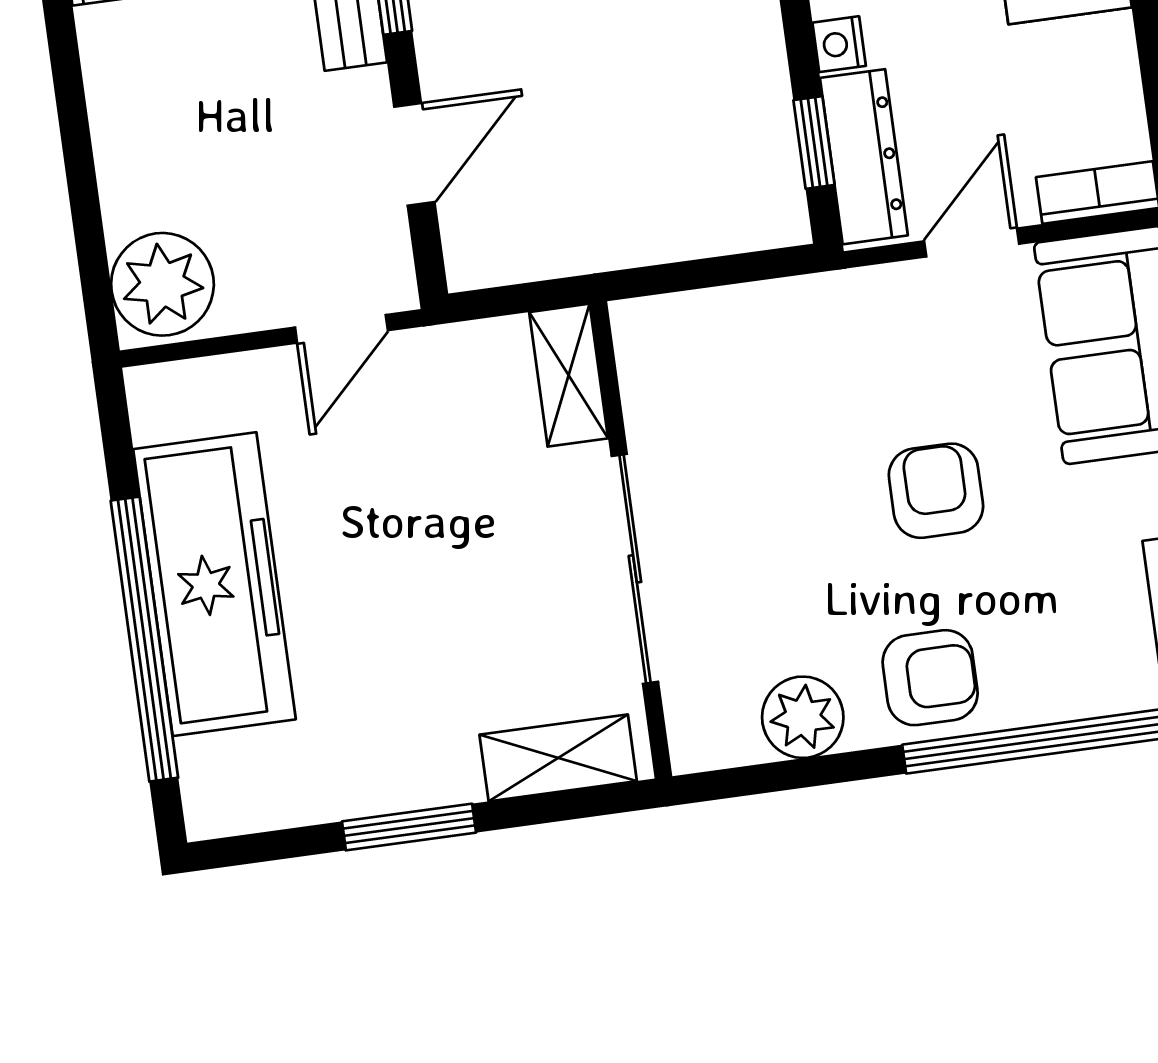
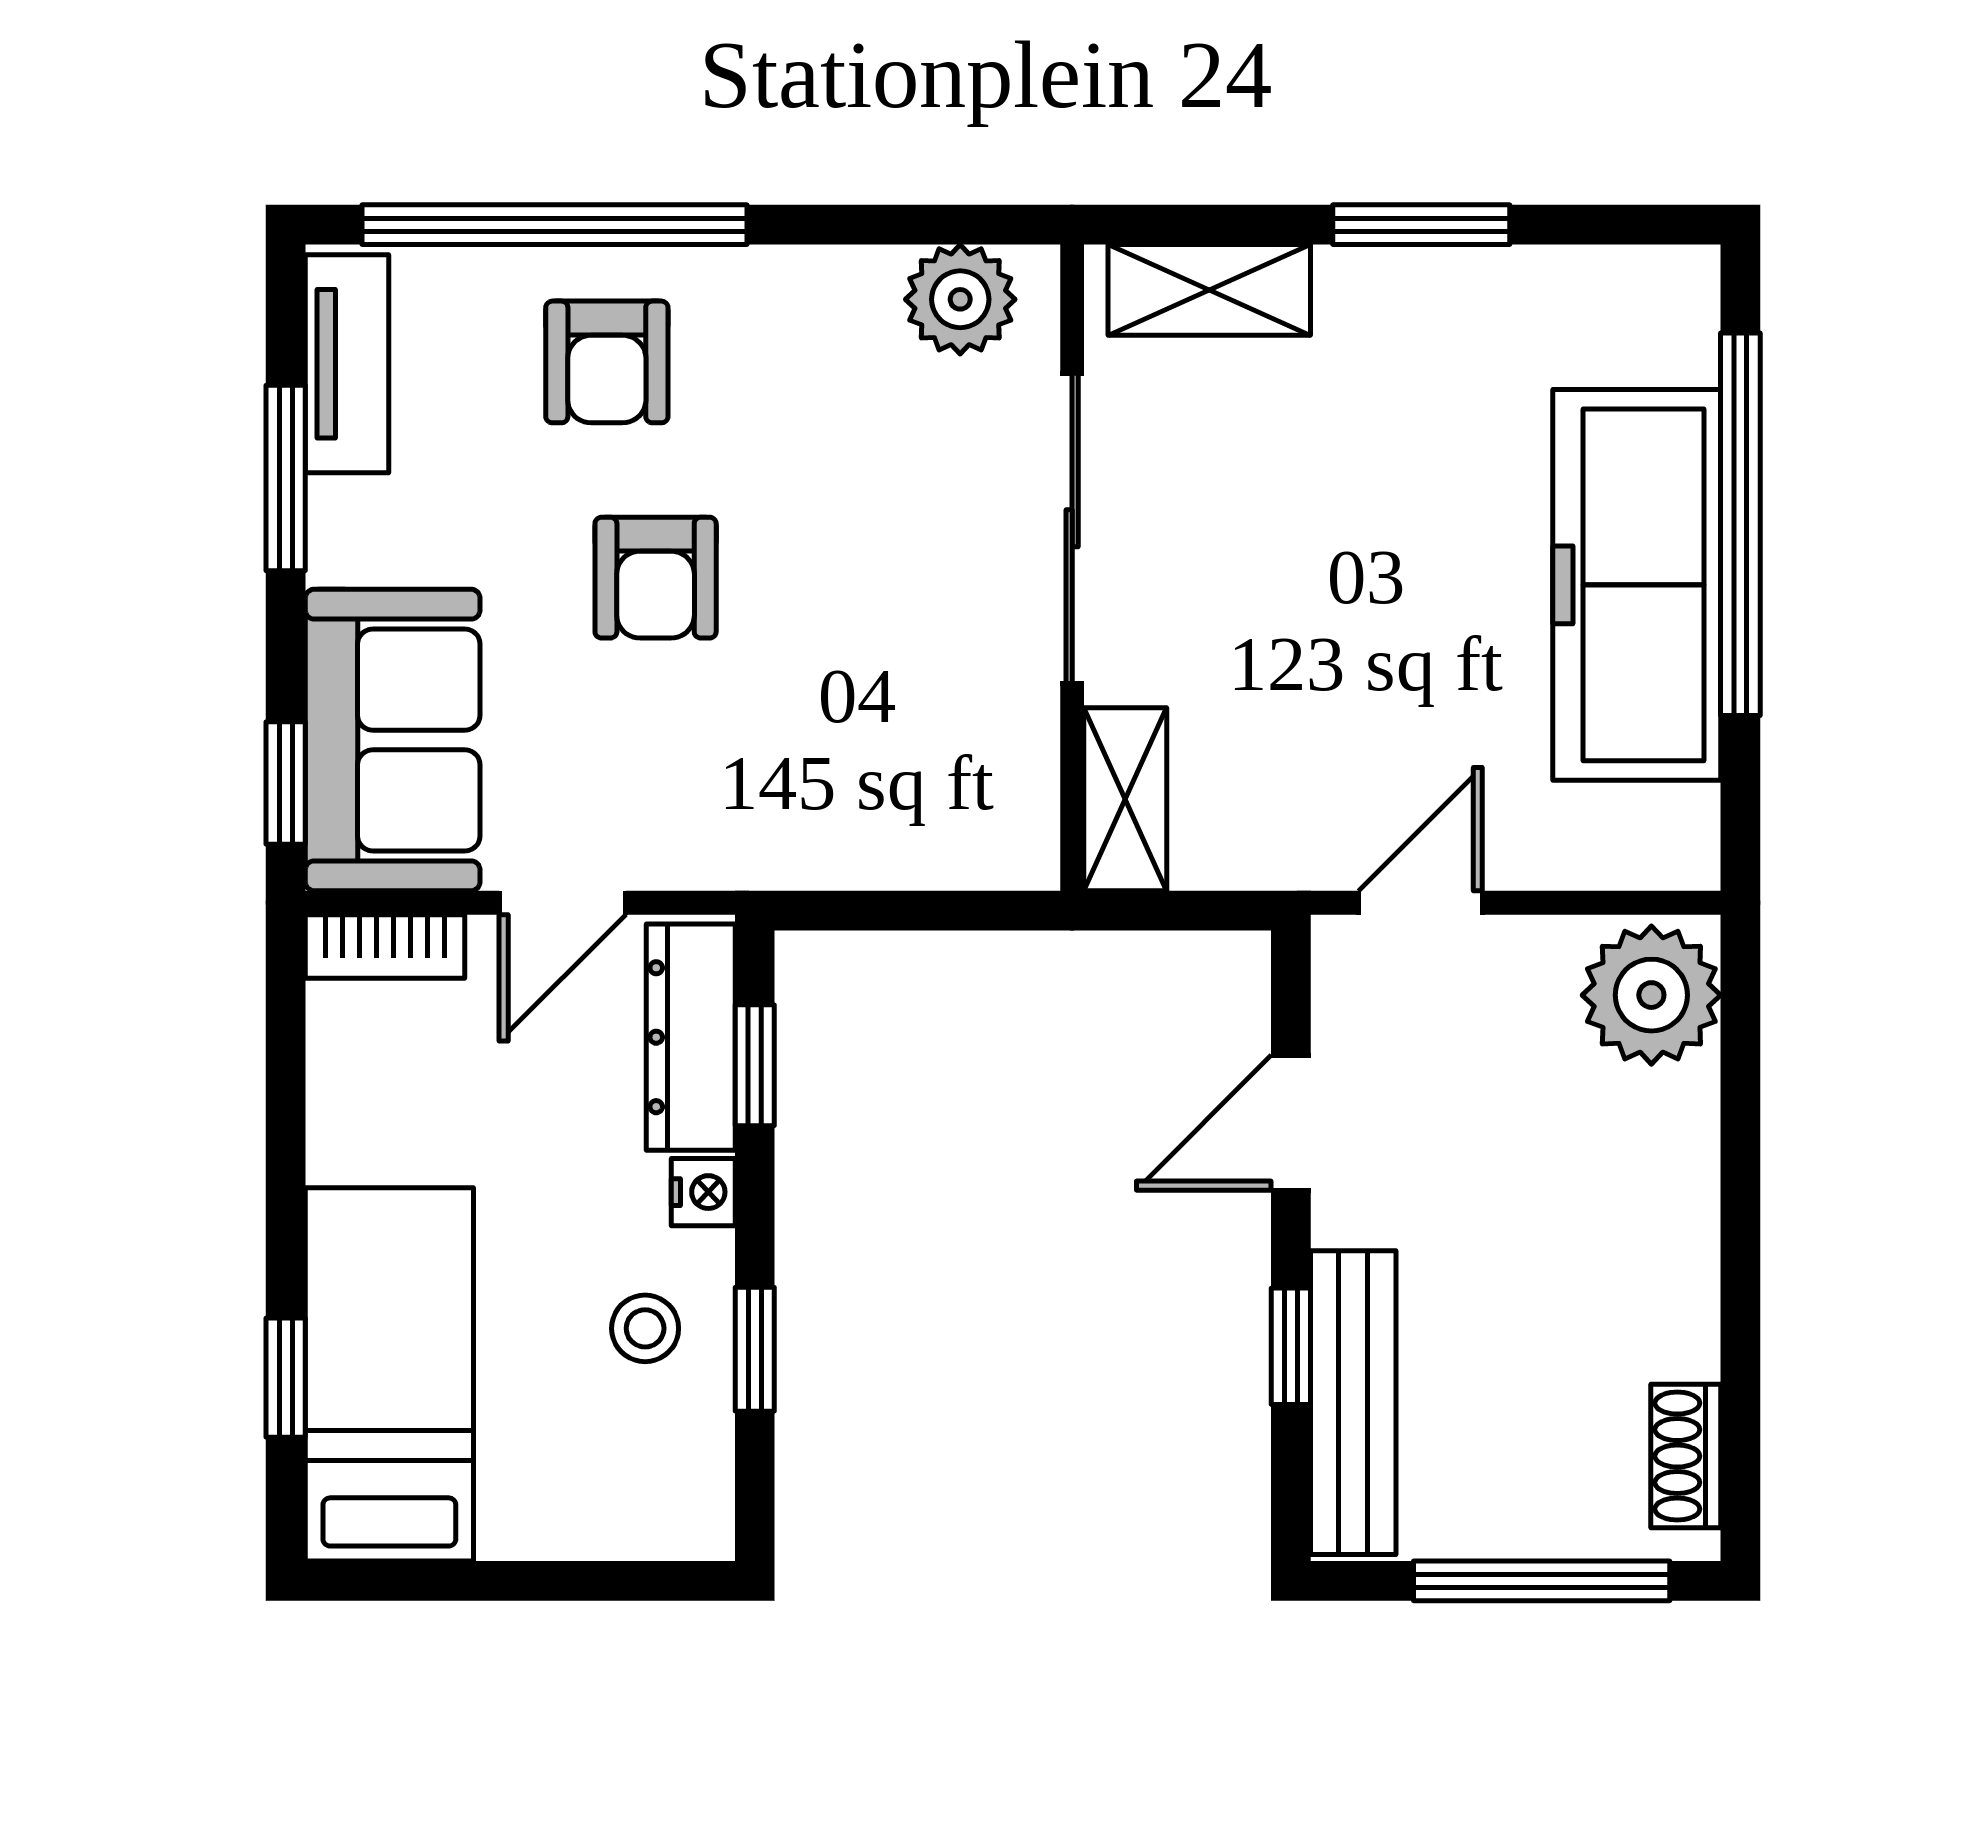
armchair: (930, 678) -> (607, 362), moved, turned -90
plant: (803, 717) -> (960, 299), moved

